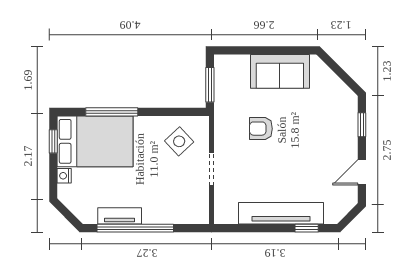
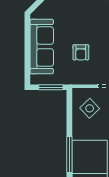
sofa: (280, 71) -> (42, 47), width x1.36

